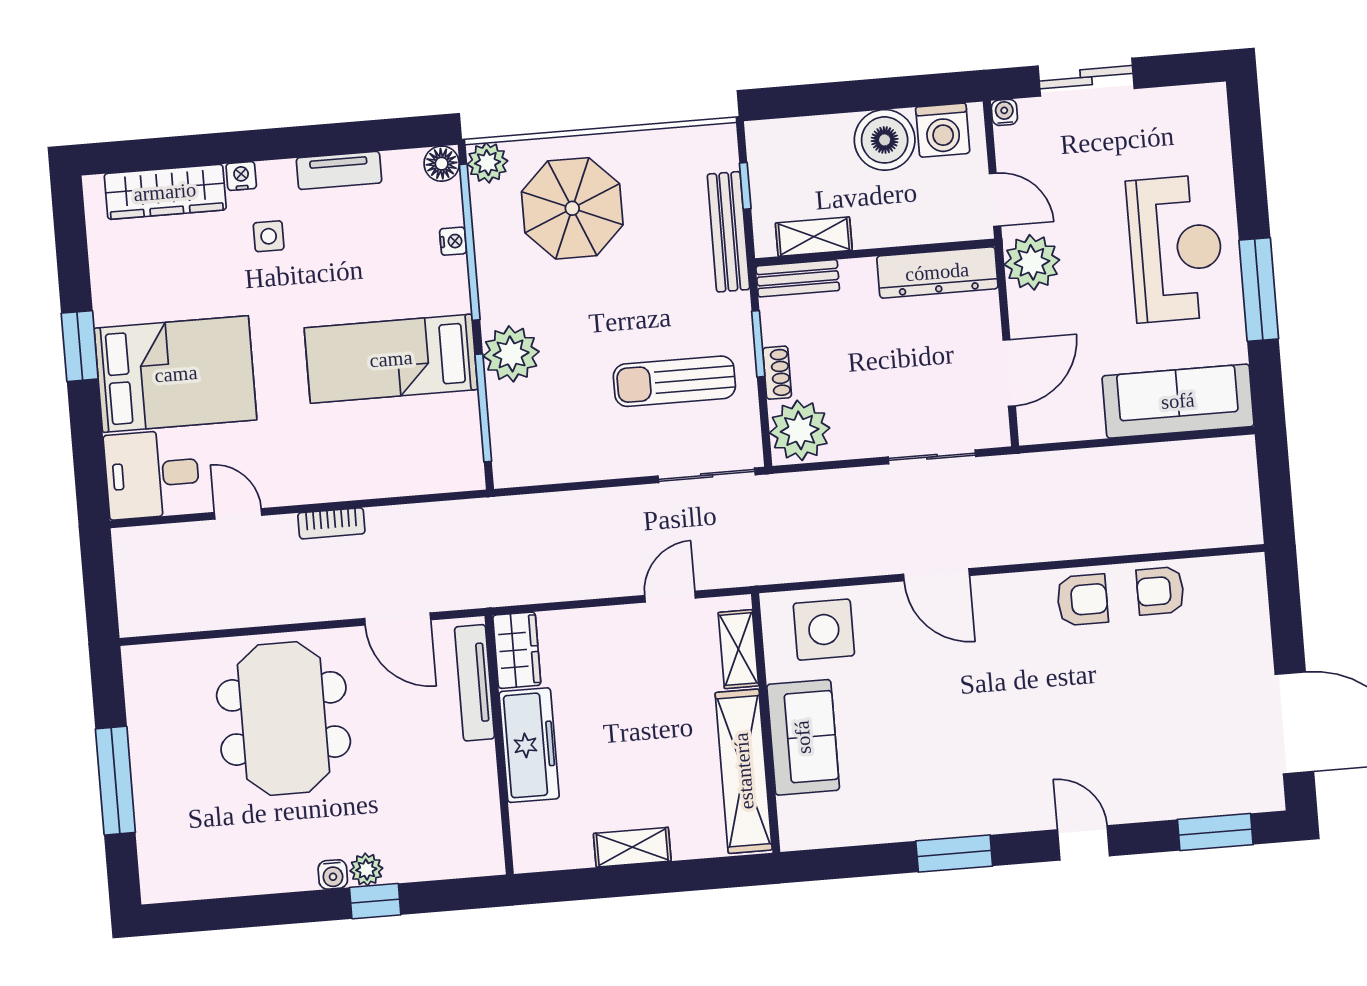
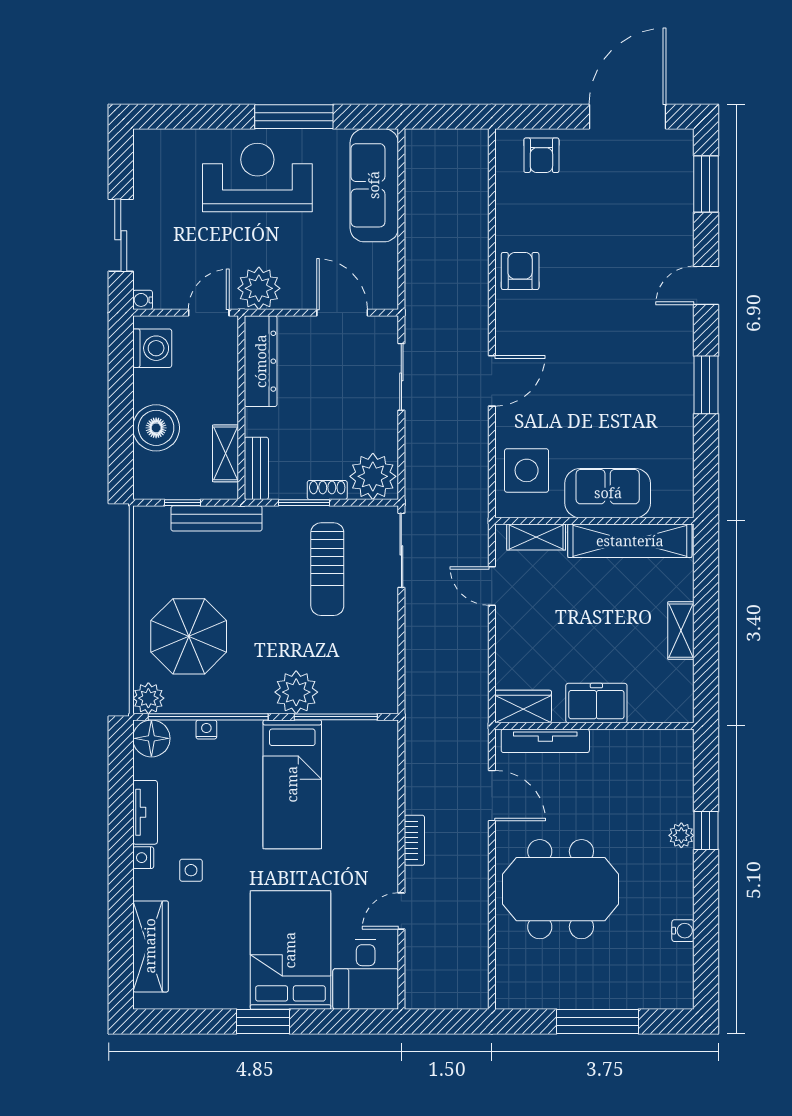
boiler: (885, 140) -> (156, 428), moved
floor lamp: (442, 164) -> (151, 738), width x1.38, depth x1.38
nightstand: (241, 176) -> (143, 858), moved
armchair: (1160, 591) -> (541, 155), moved
door: (398, 619) -> (492, 796), hinge flipped
freezer: (529, 745) -> (596, 703), width x0.71
water cooler: (333, 874) -> (683, 931), moved

